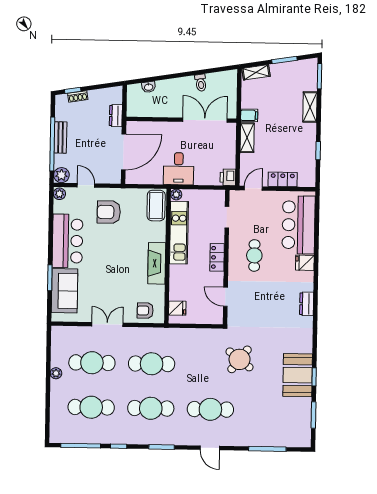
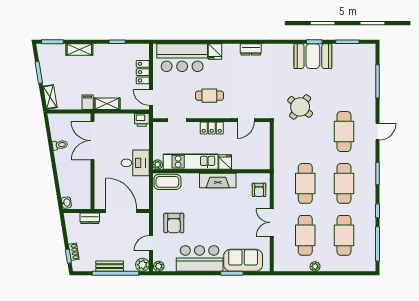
washbasin: (149, 87) -> (66, 203), moved
fridge: (177, 308) -> (225, 162), moved

